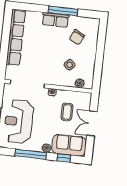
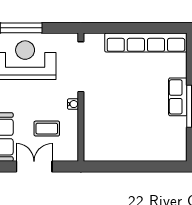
chair: (77, 37) -> (156, 131), removed
side table: (70, 65) -> (115, 125), removed
plant: (80, 83) -> (90, 142), removed

